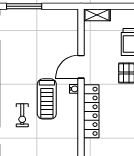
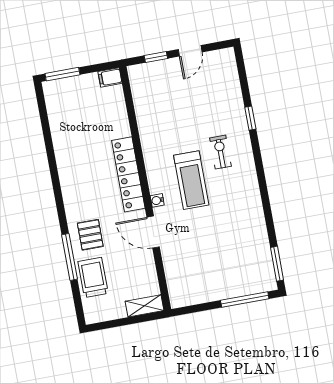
door: (81, 67) -> (153, 232), swing flipped
treadmill: (47, 99) -> (191, 180), turned 180

